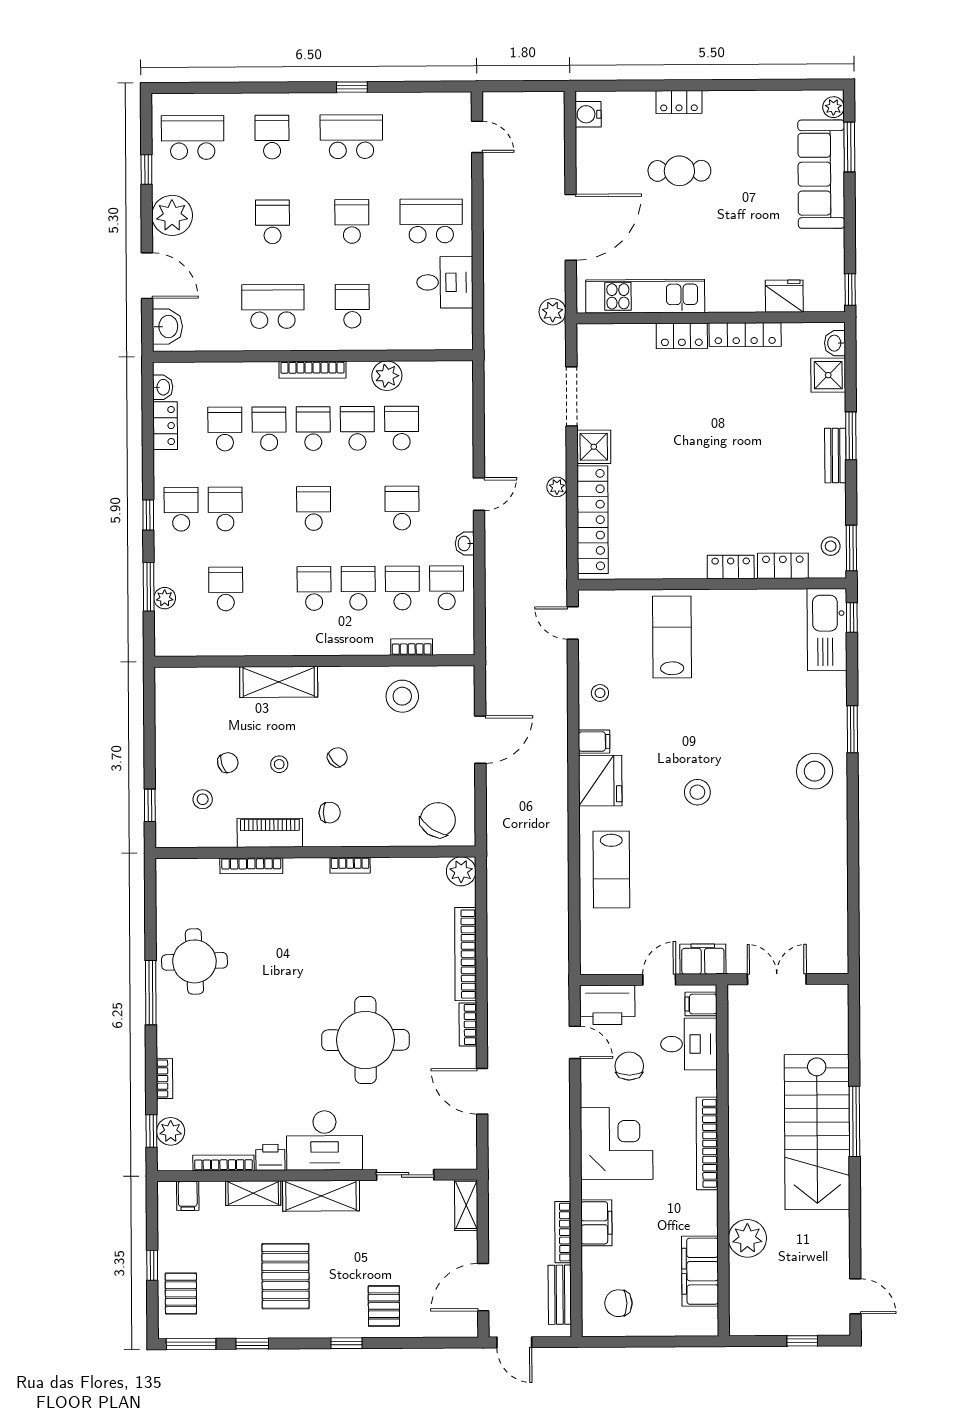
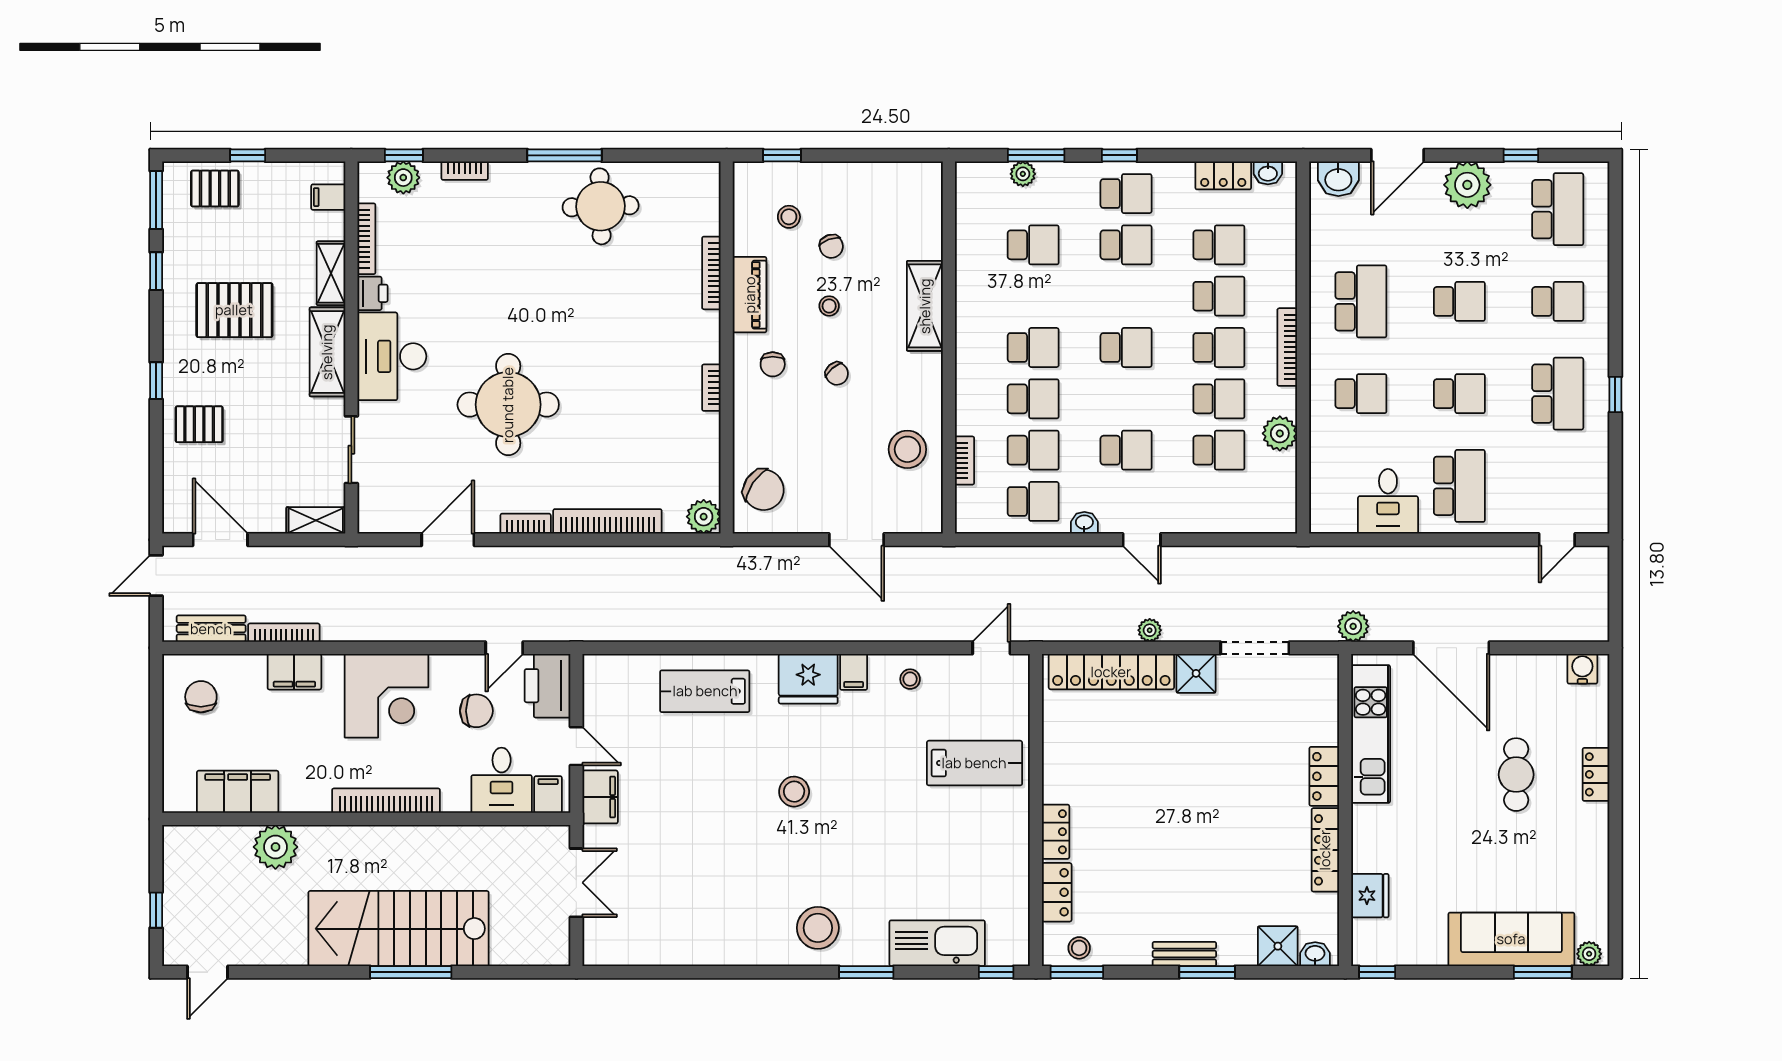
kitchen sink: (827, 630) -> (937, 943), moved

